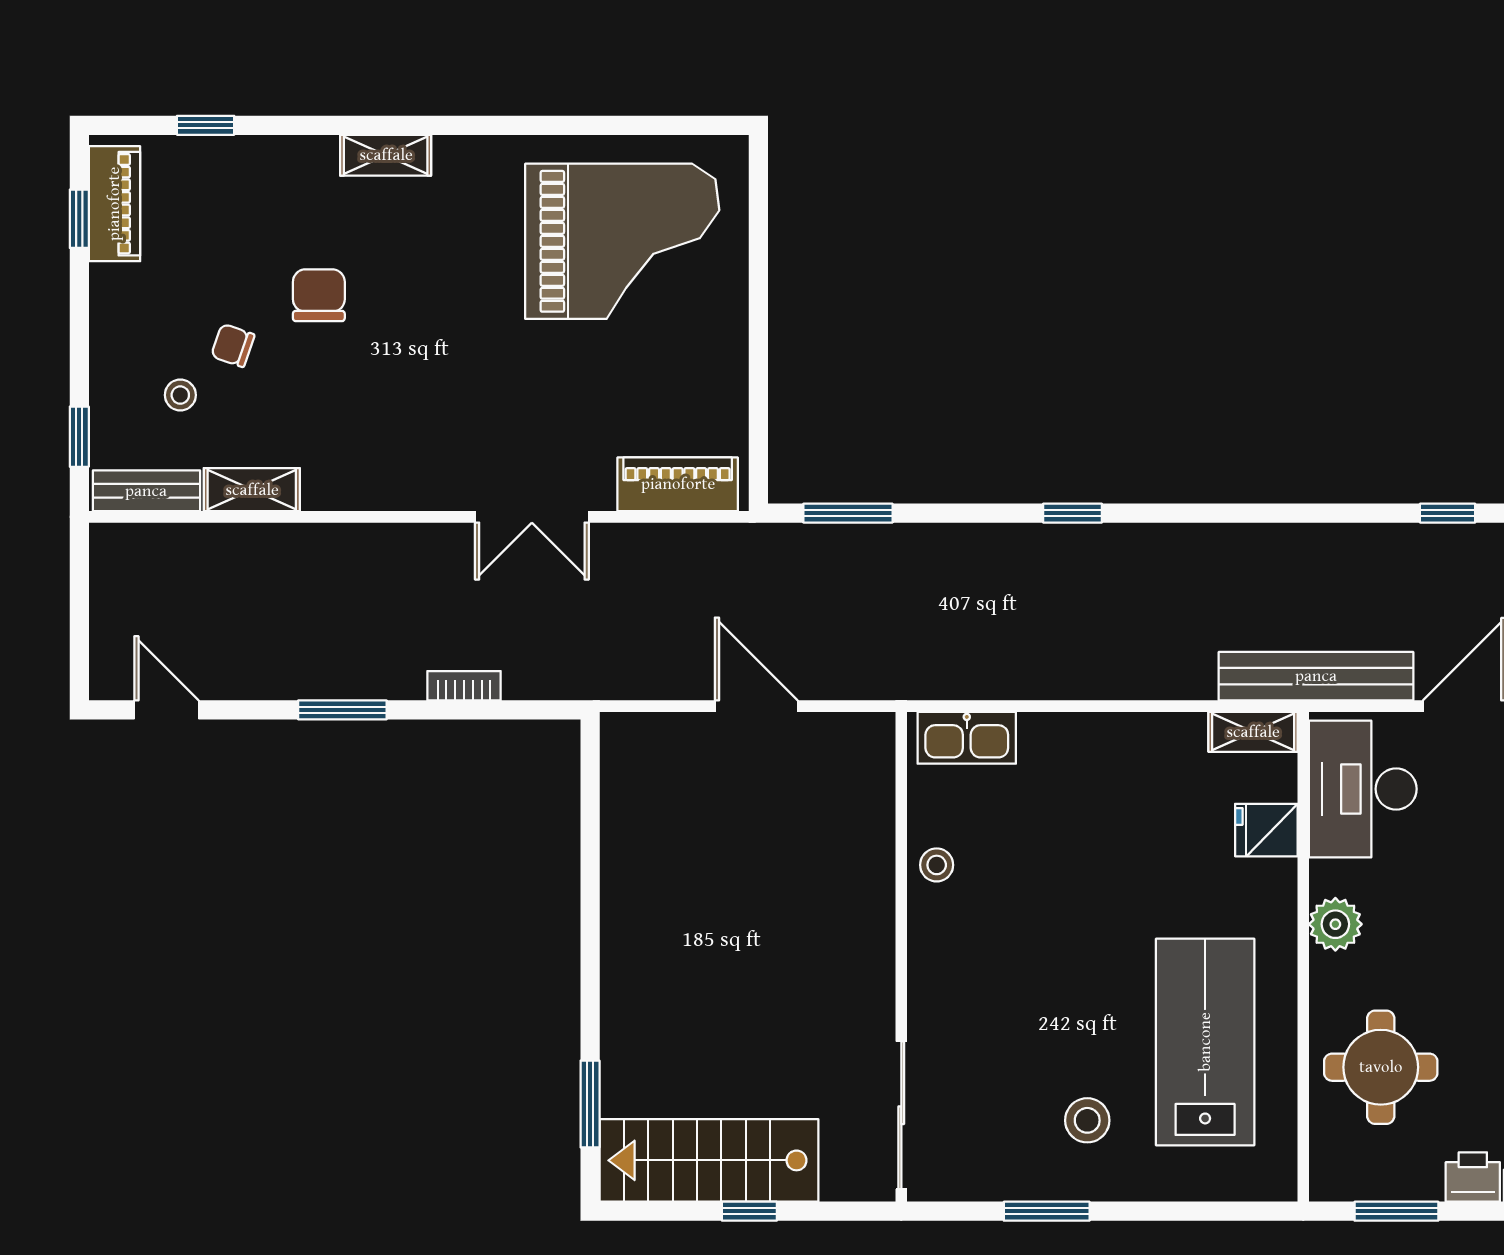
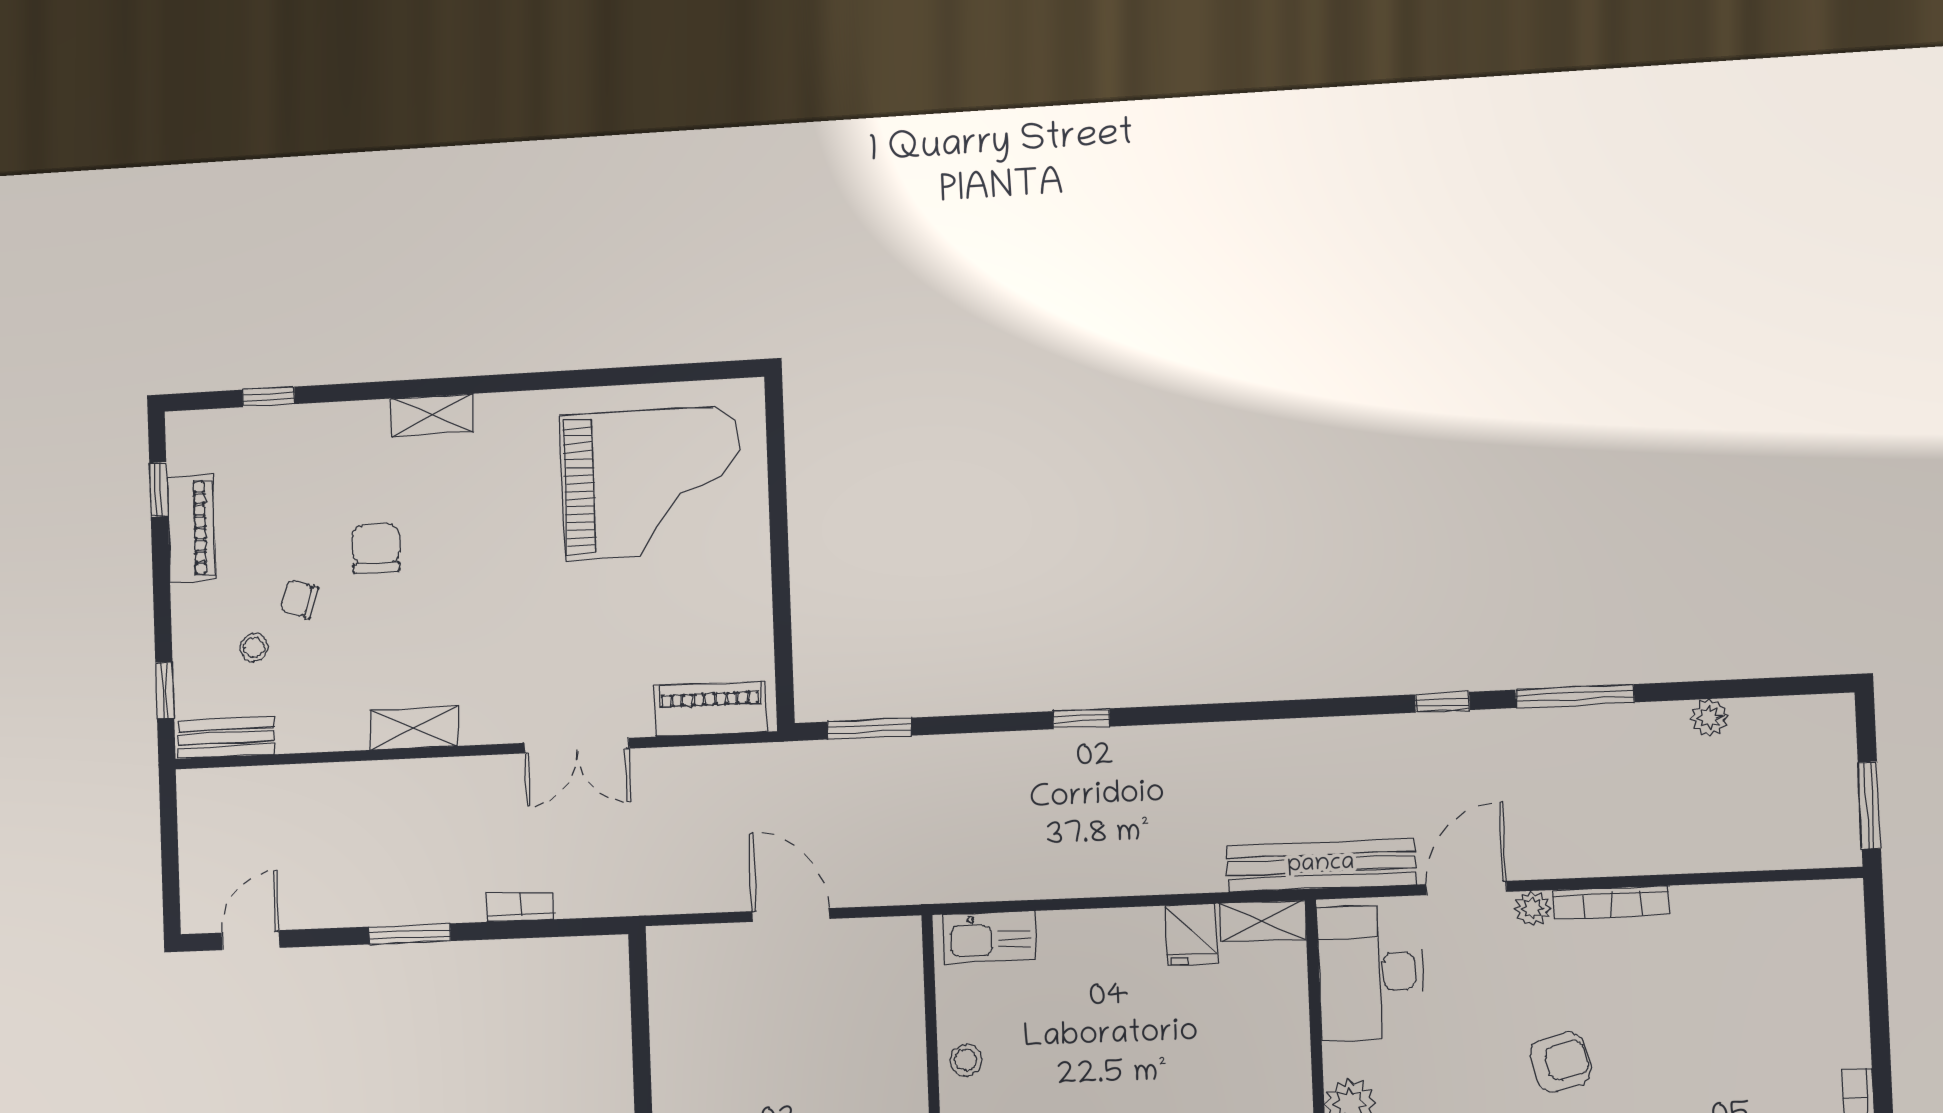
piano: (114, 204) -> (191, 528), moved
shelving: (252, 490) -> (414, 728), moved
door: (166, 710) -> (251, 940), hinge flipped
fridge: (1266, 830) -> (1191, 935), moved, turned -90

